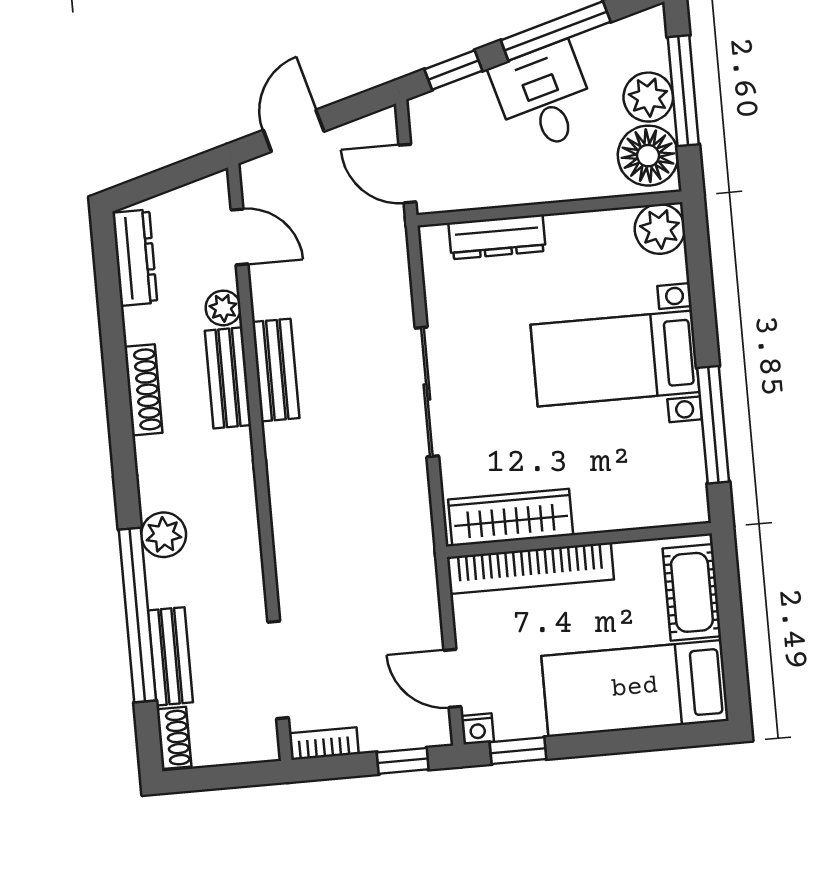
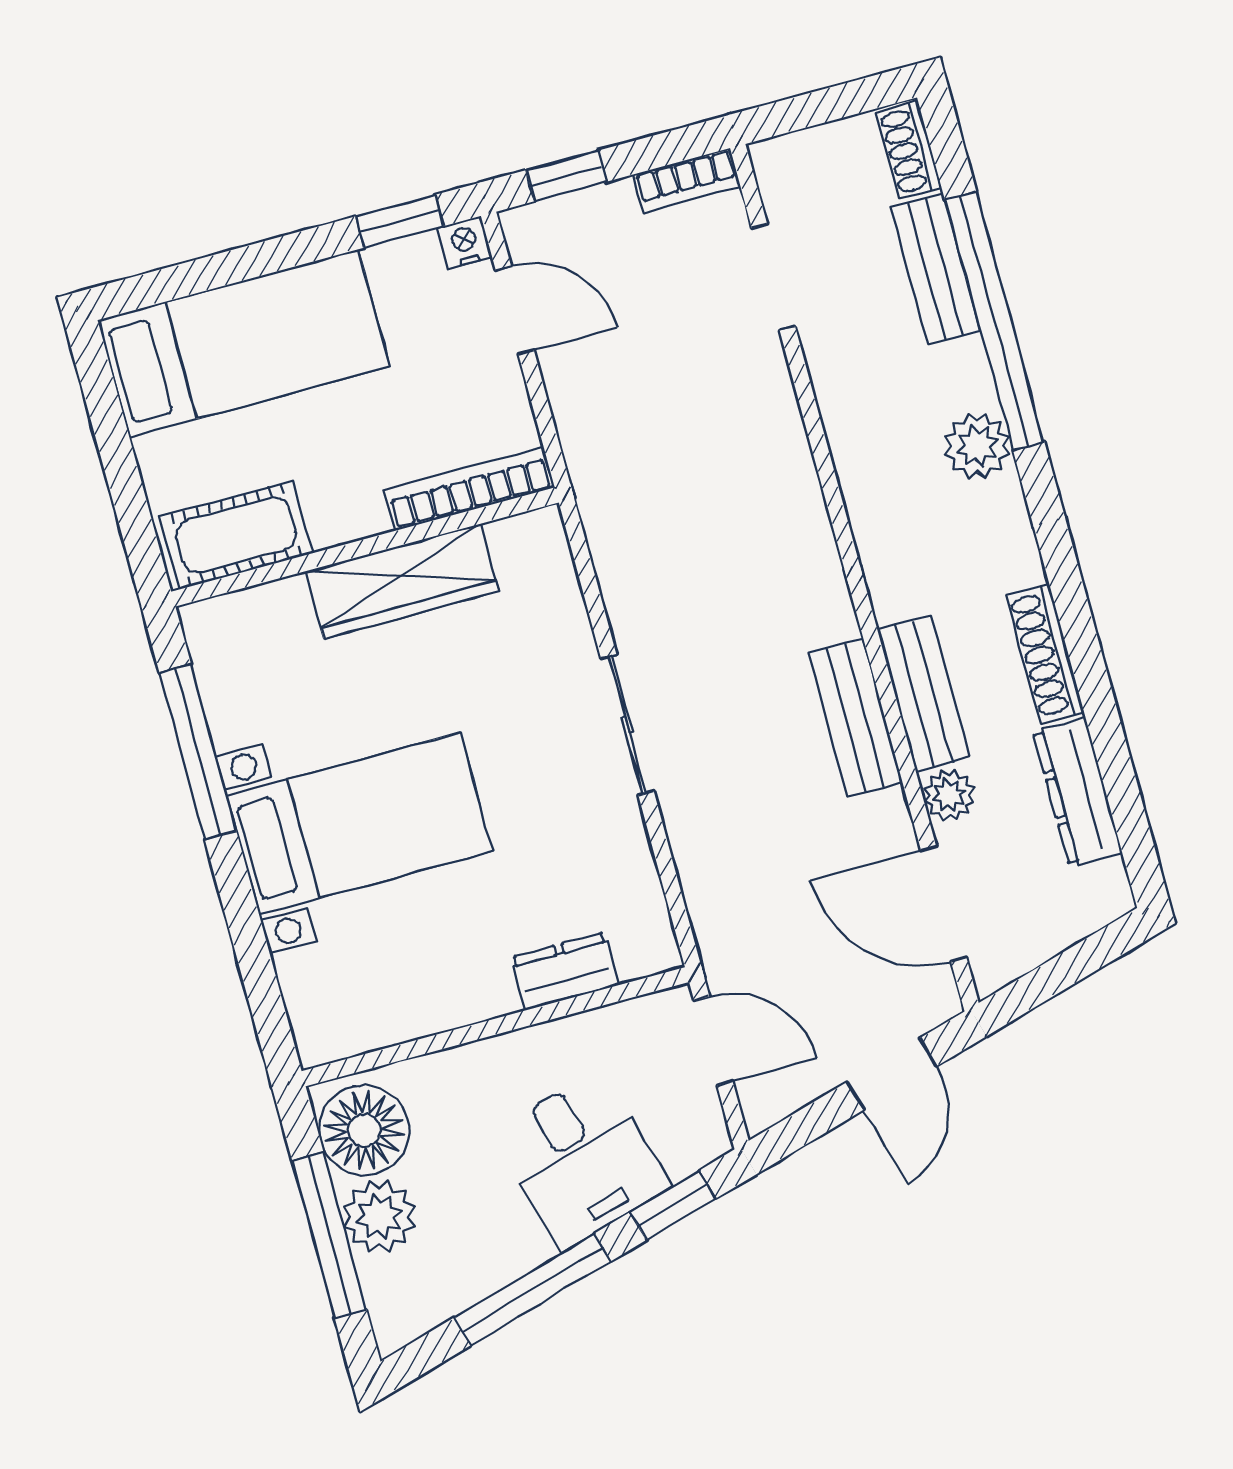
desk: (544, 97) -> (581, 1160), moved
plant: (660, 229) -> (328, 1026), removed
door: (240, 237) -> (944, 904), width x1.37
dresser: (497, 237) -> (565, 971), width x0.70
dresser: (135, 258) -> (1077, 792), moved
sliding door: (427, 392) -> (627, 725), width x0.73
wardrobe: (511, 517) -> (402, 581), moved
bookcase: (530, 568) -> (469, 489), width x0.68, depth x0.76
cot: (692, 592) -> (236, 535), moved, turned 90
doorway: (278, 670) -> (773, 277), width x0.73

